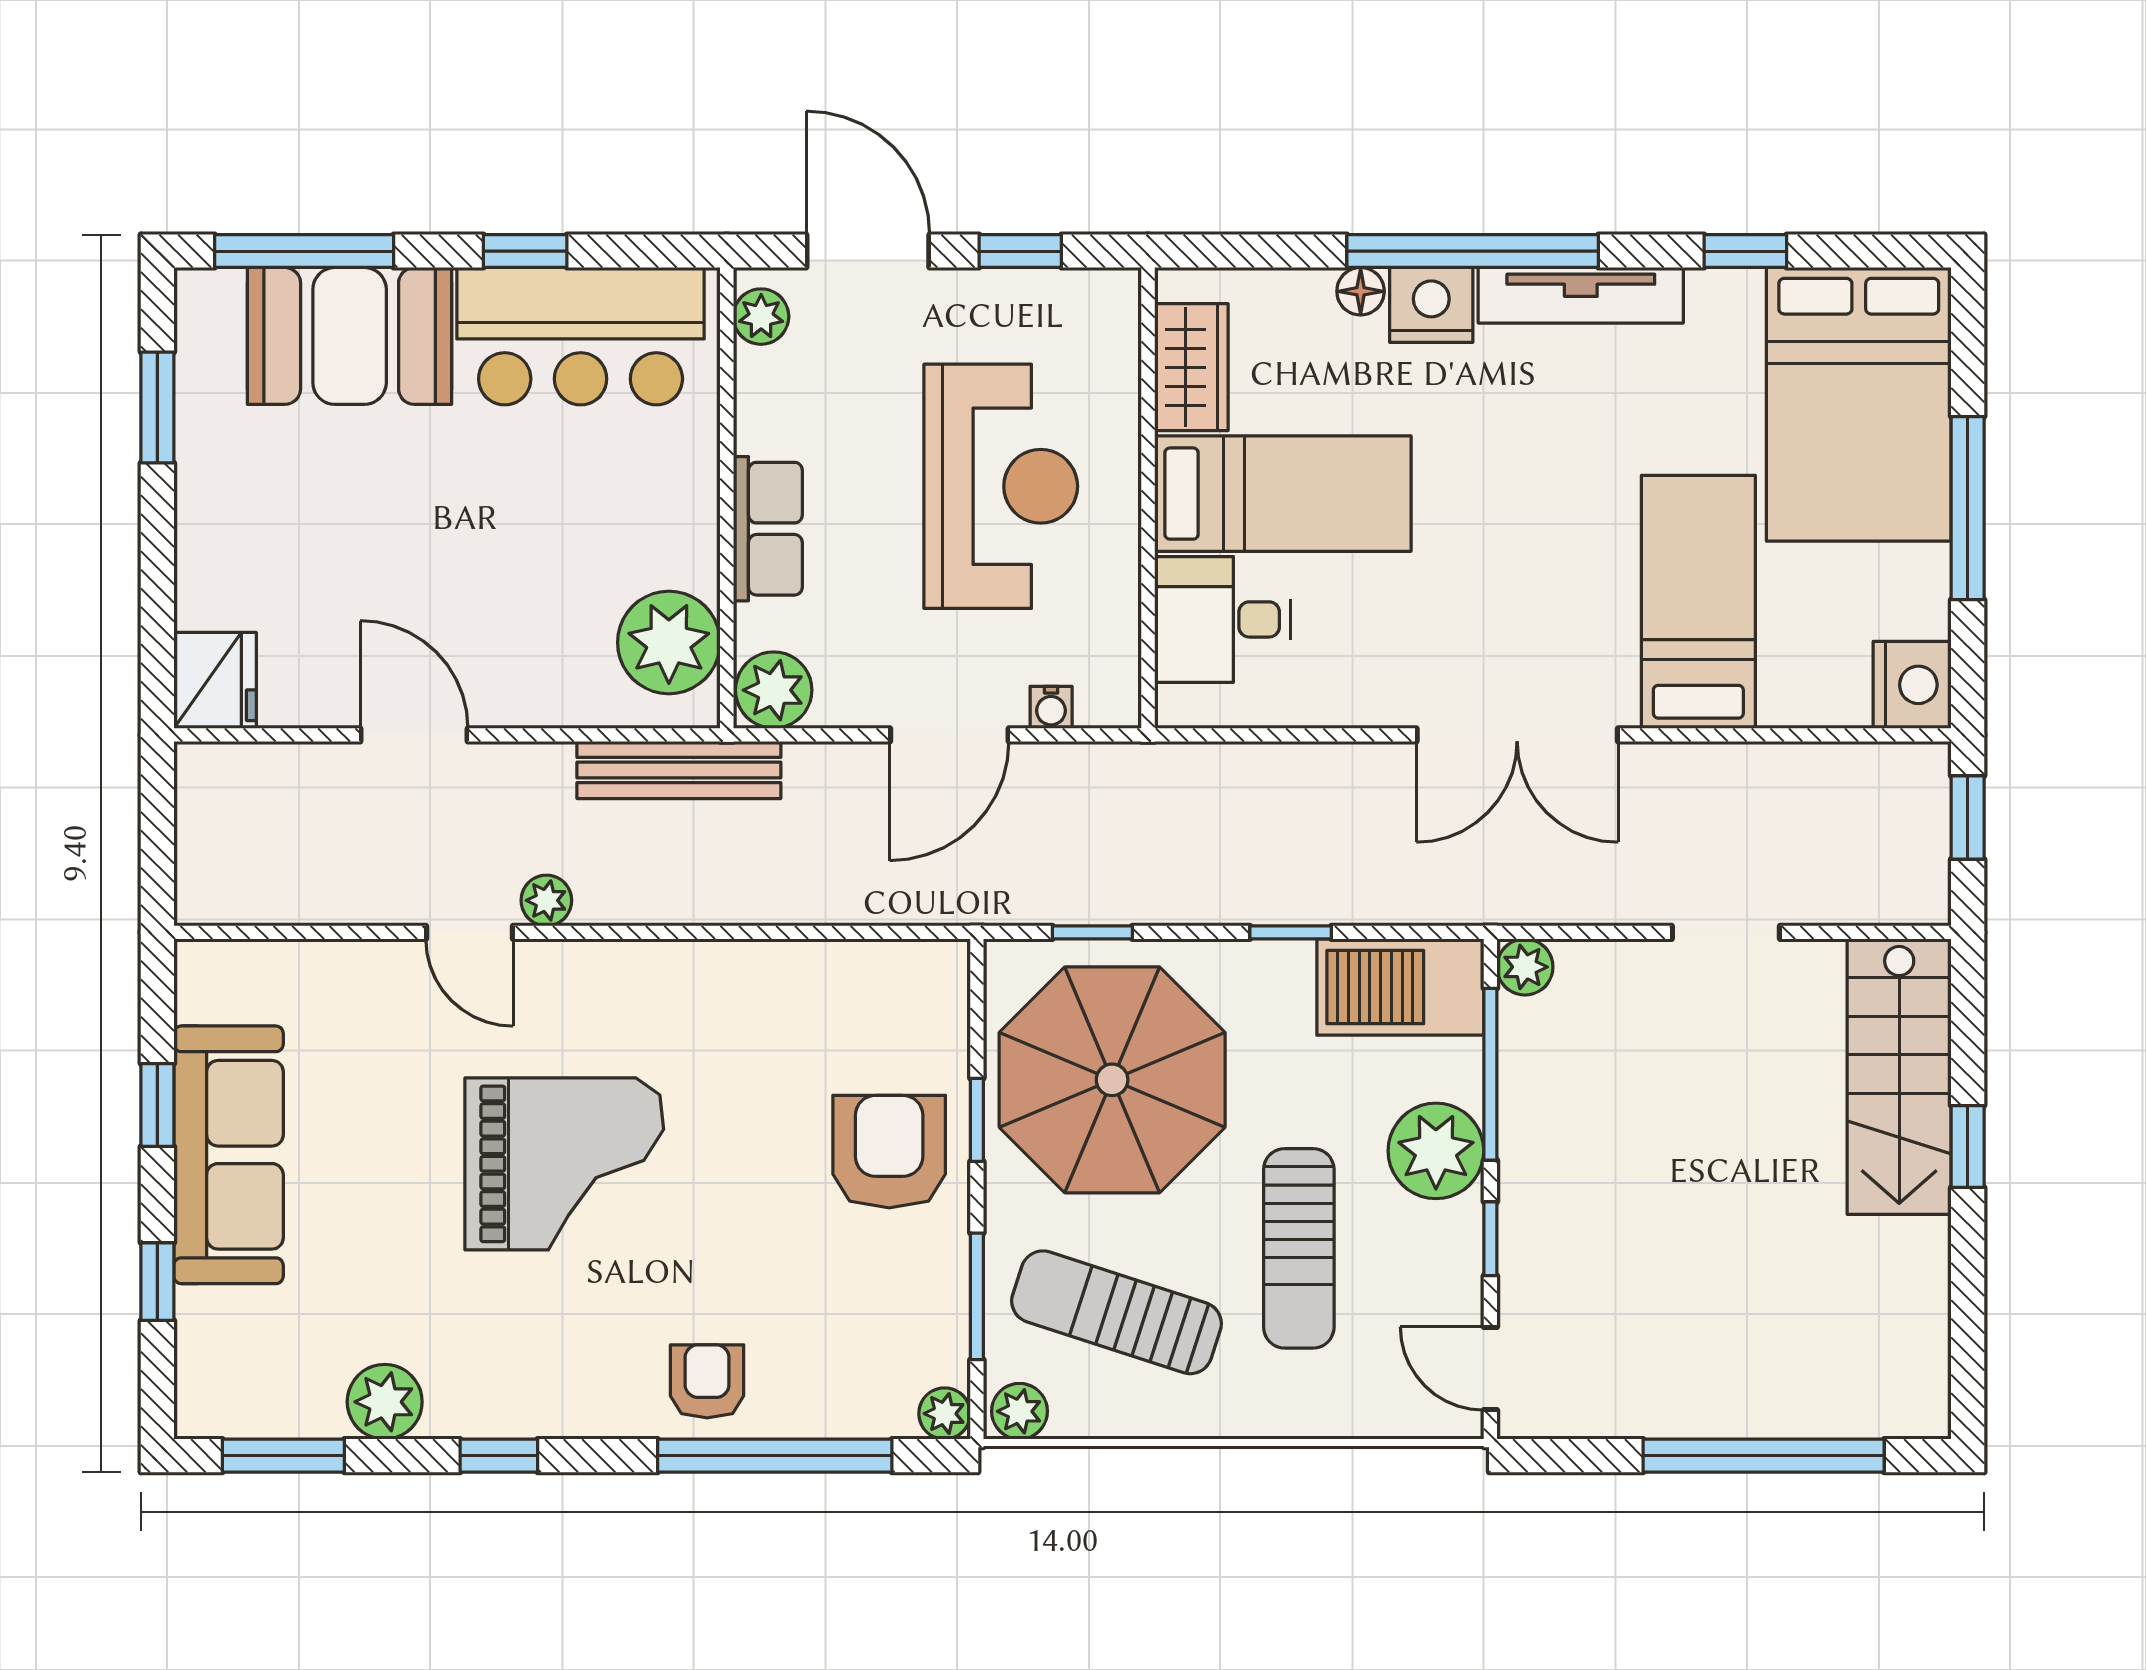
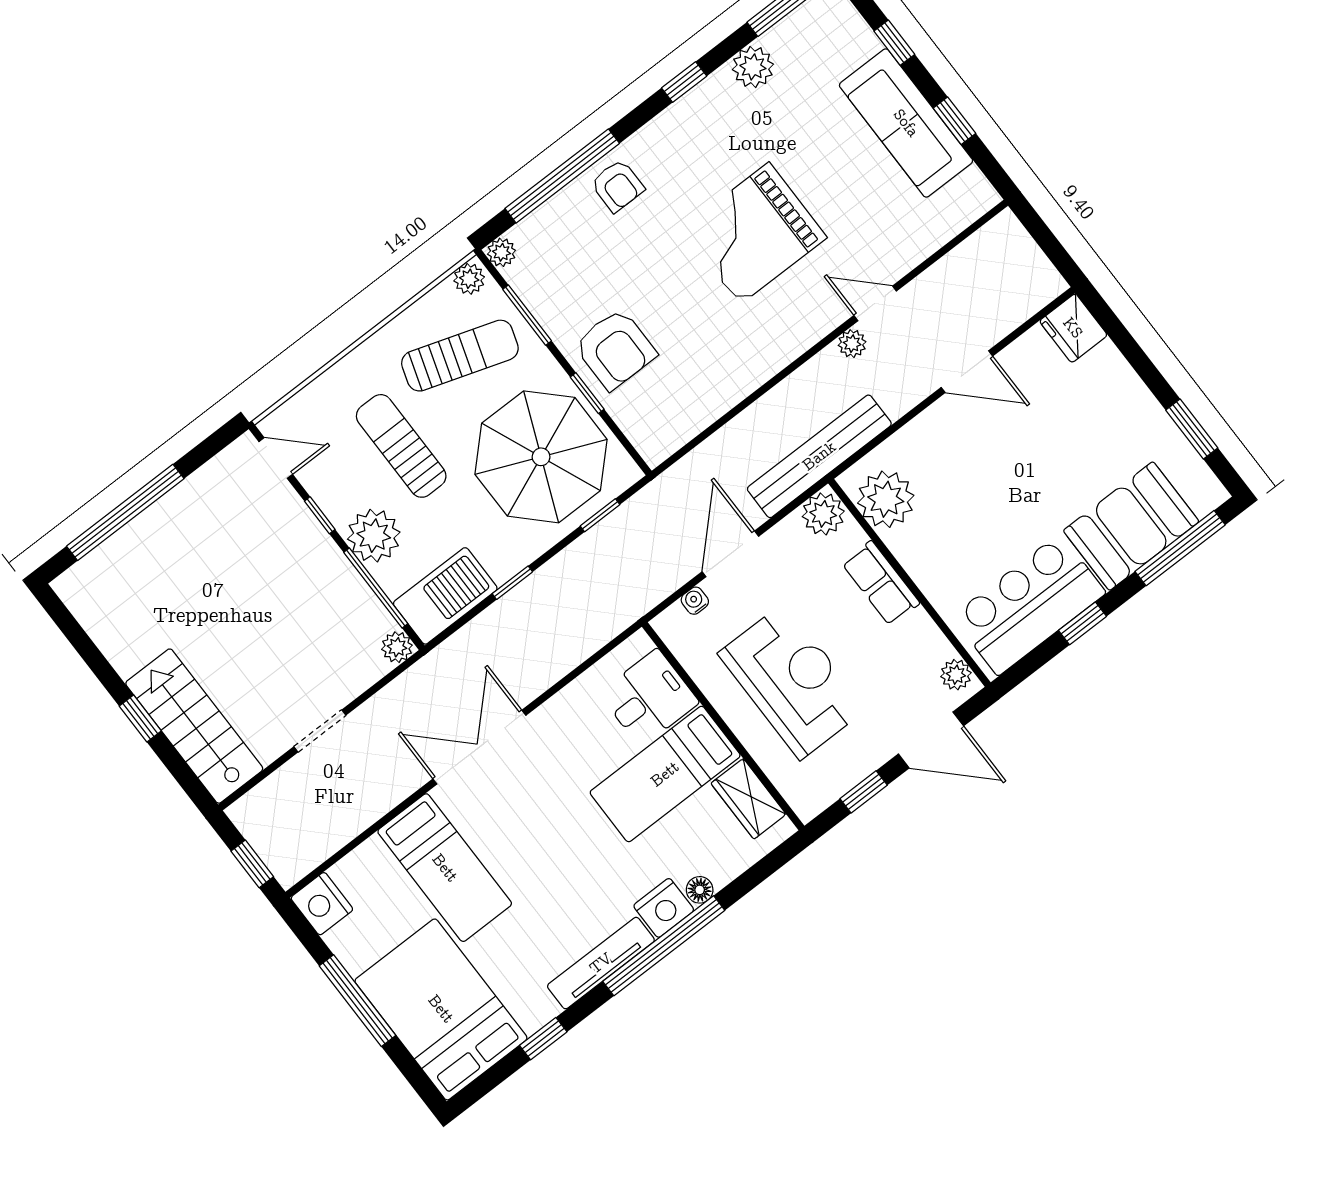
reception desk: (1001, 486) -> (792, 681), turned 180
bench: (679, 770) -> (819, 456), width x1.37, depth x1.21

